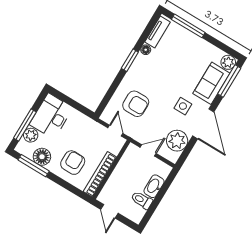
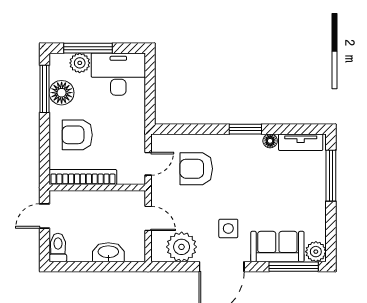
armchair: (136, 104) -> (196, 169), turned 90
armchair: (73, 163) -> (77, 135), turned 180
toilet: (142, 200) -> (58, 248), moved

